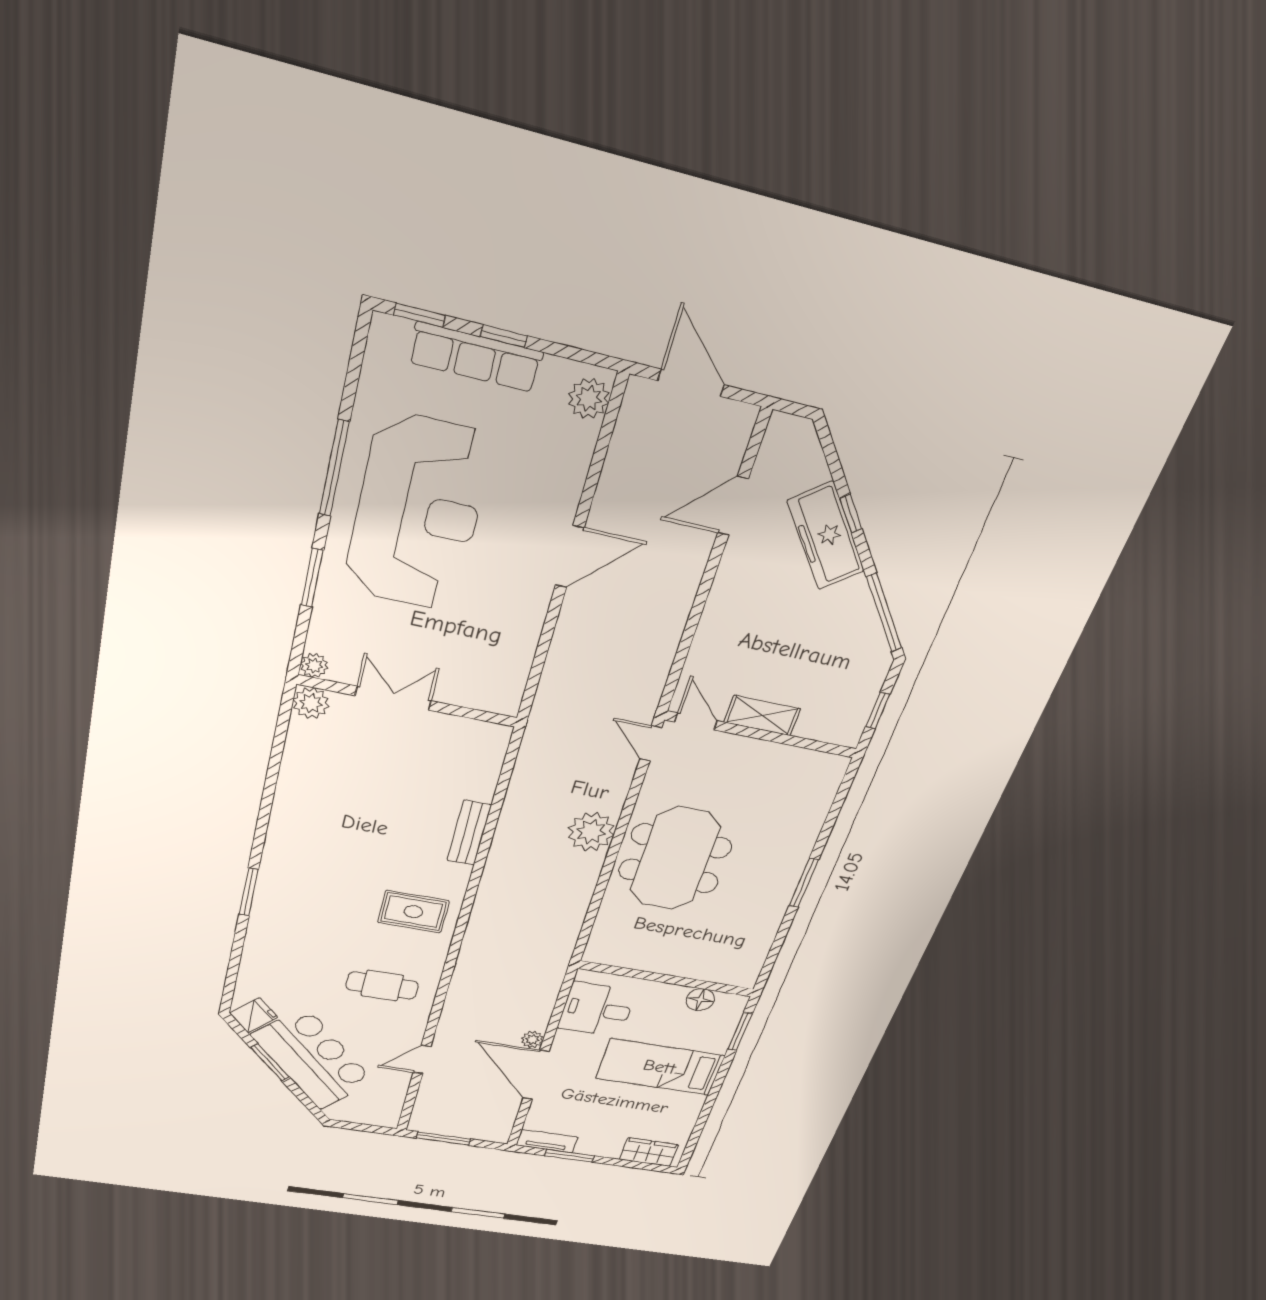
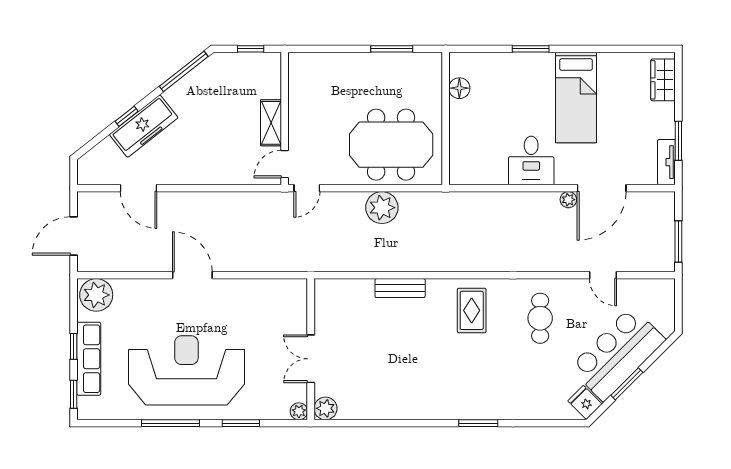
plant: (589, 398) -> (96, 295), width x1.36, depth x1.36
wall: (667, 979) -> (446, 119), moved
floor lamp: (700, 1000) -> (459, 88), moved

